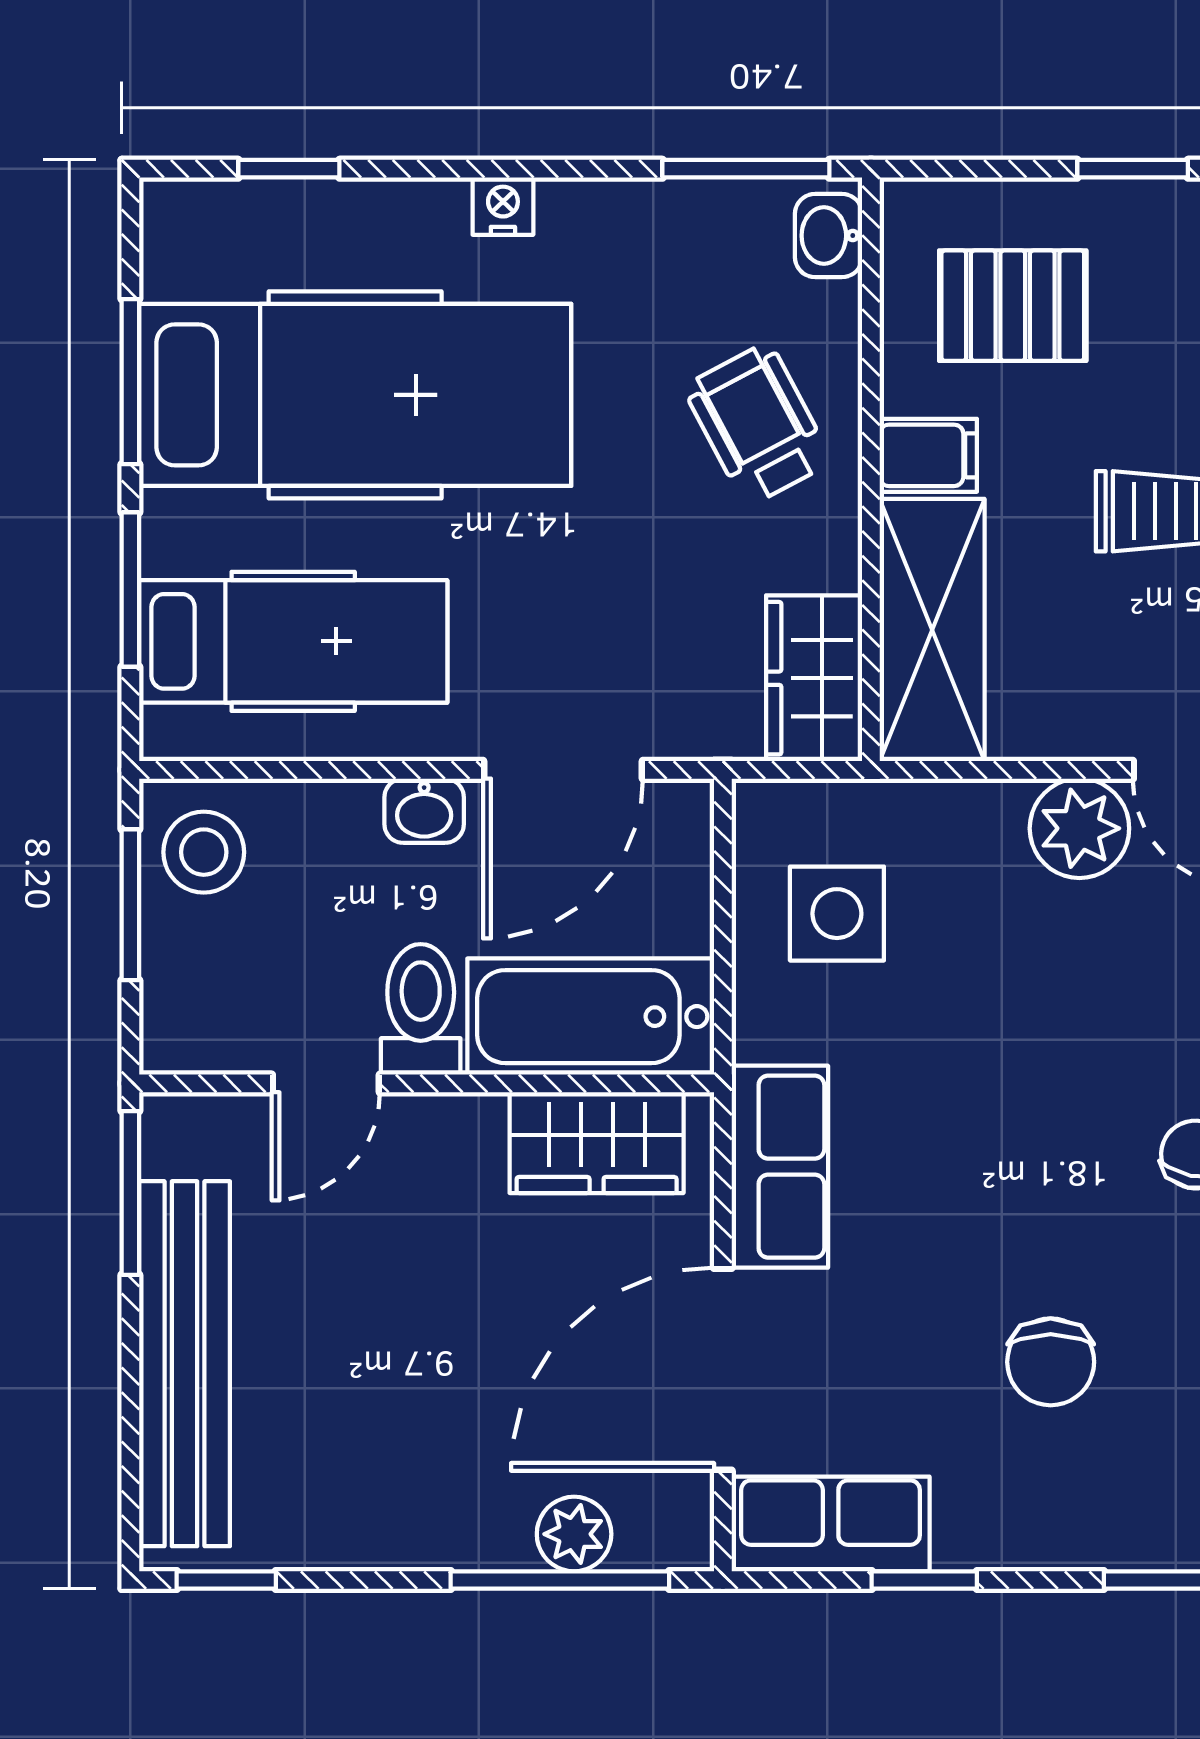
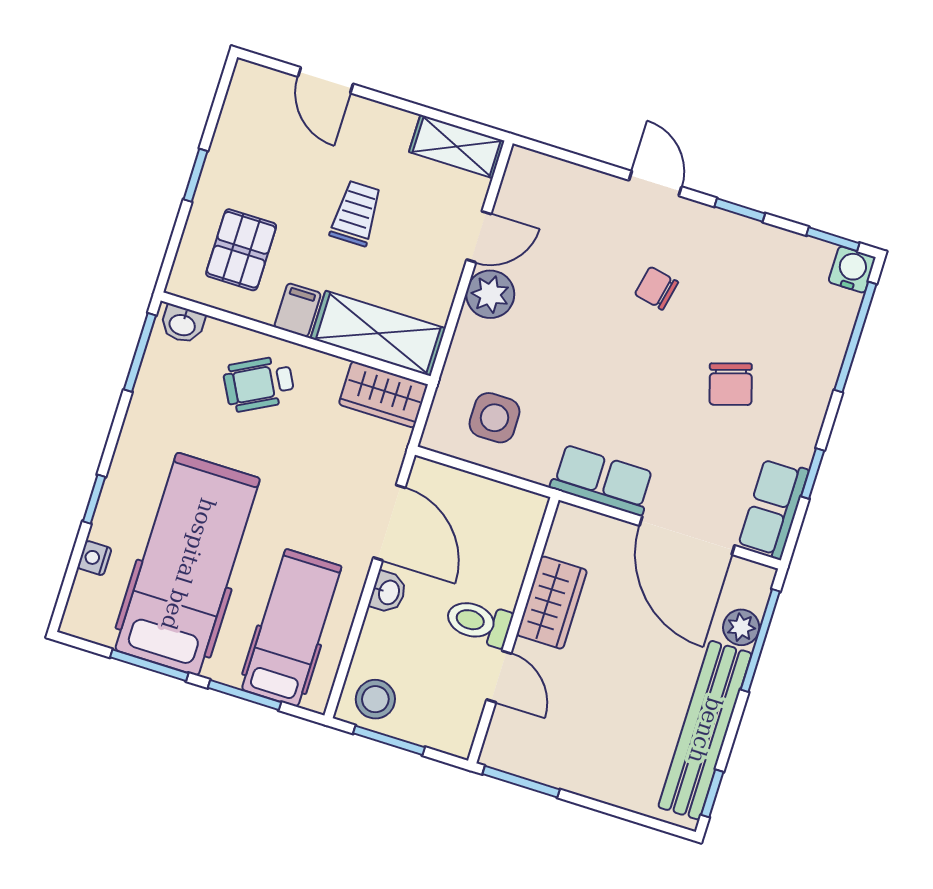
window: (289, 169) -> (94, 499), moved
nightstand: (503, 206) -> (94, 558), moved
bathtub: (591, 1017) -> (506, 545), removed
wardrobe: (597, 1143) -> (552, 603), moved
chair: (1051, 1362) -> (731, 384), turned 73
bench: (185, 1364) -> (705, 730), moved, turned 90

